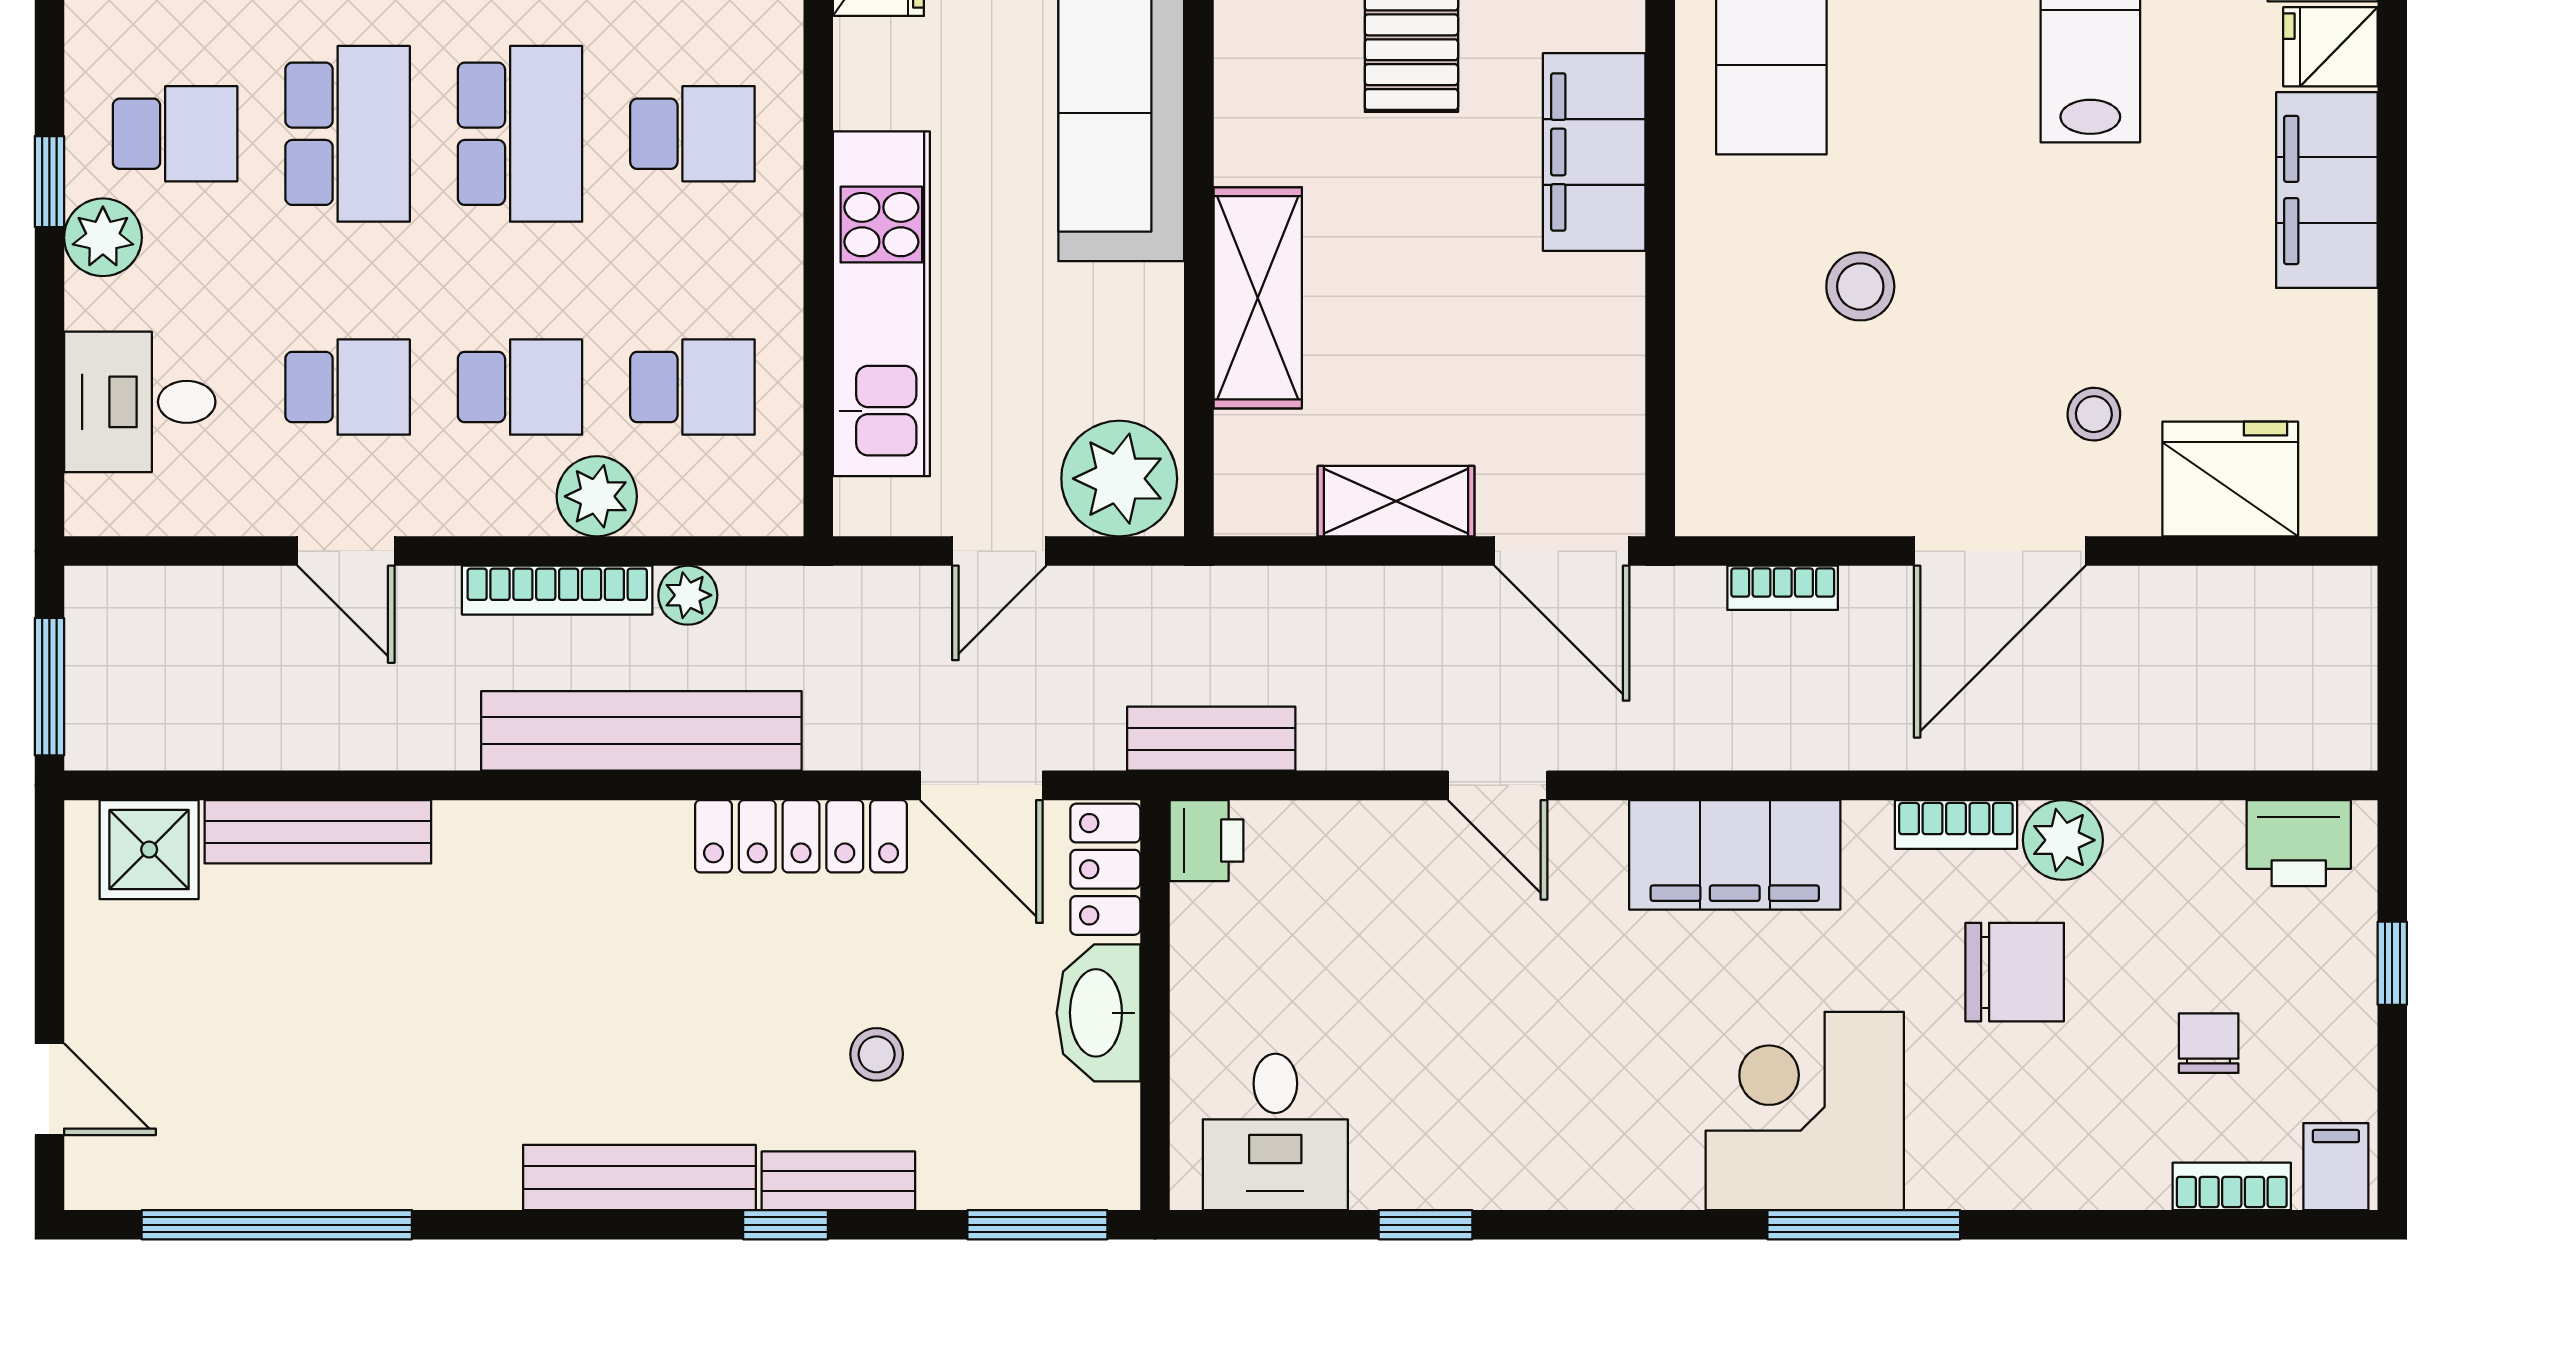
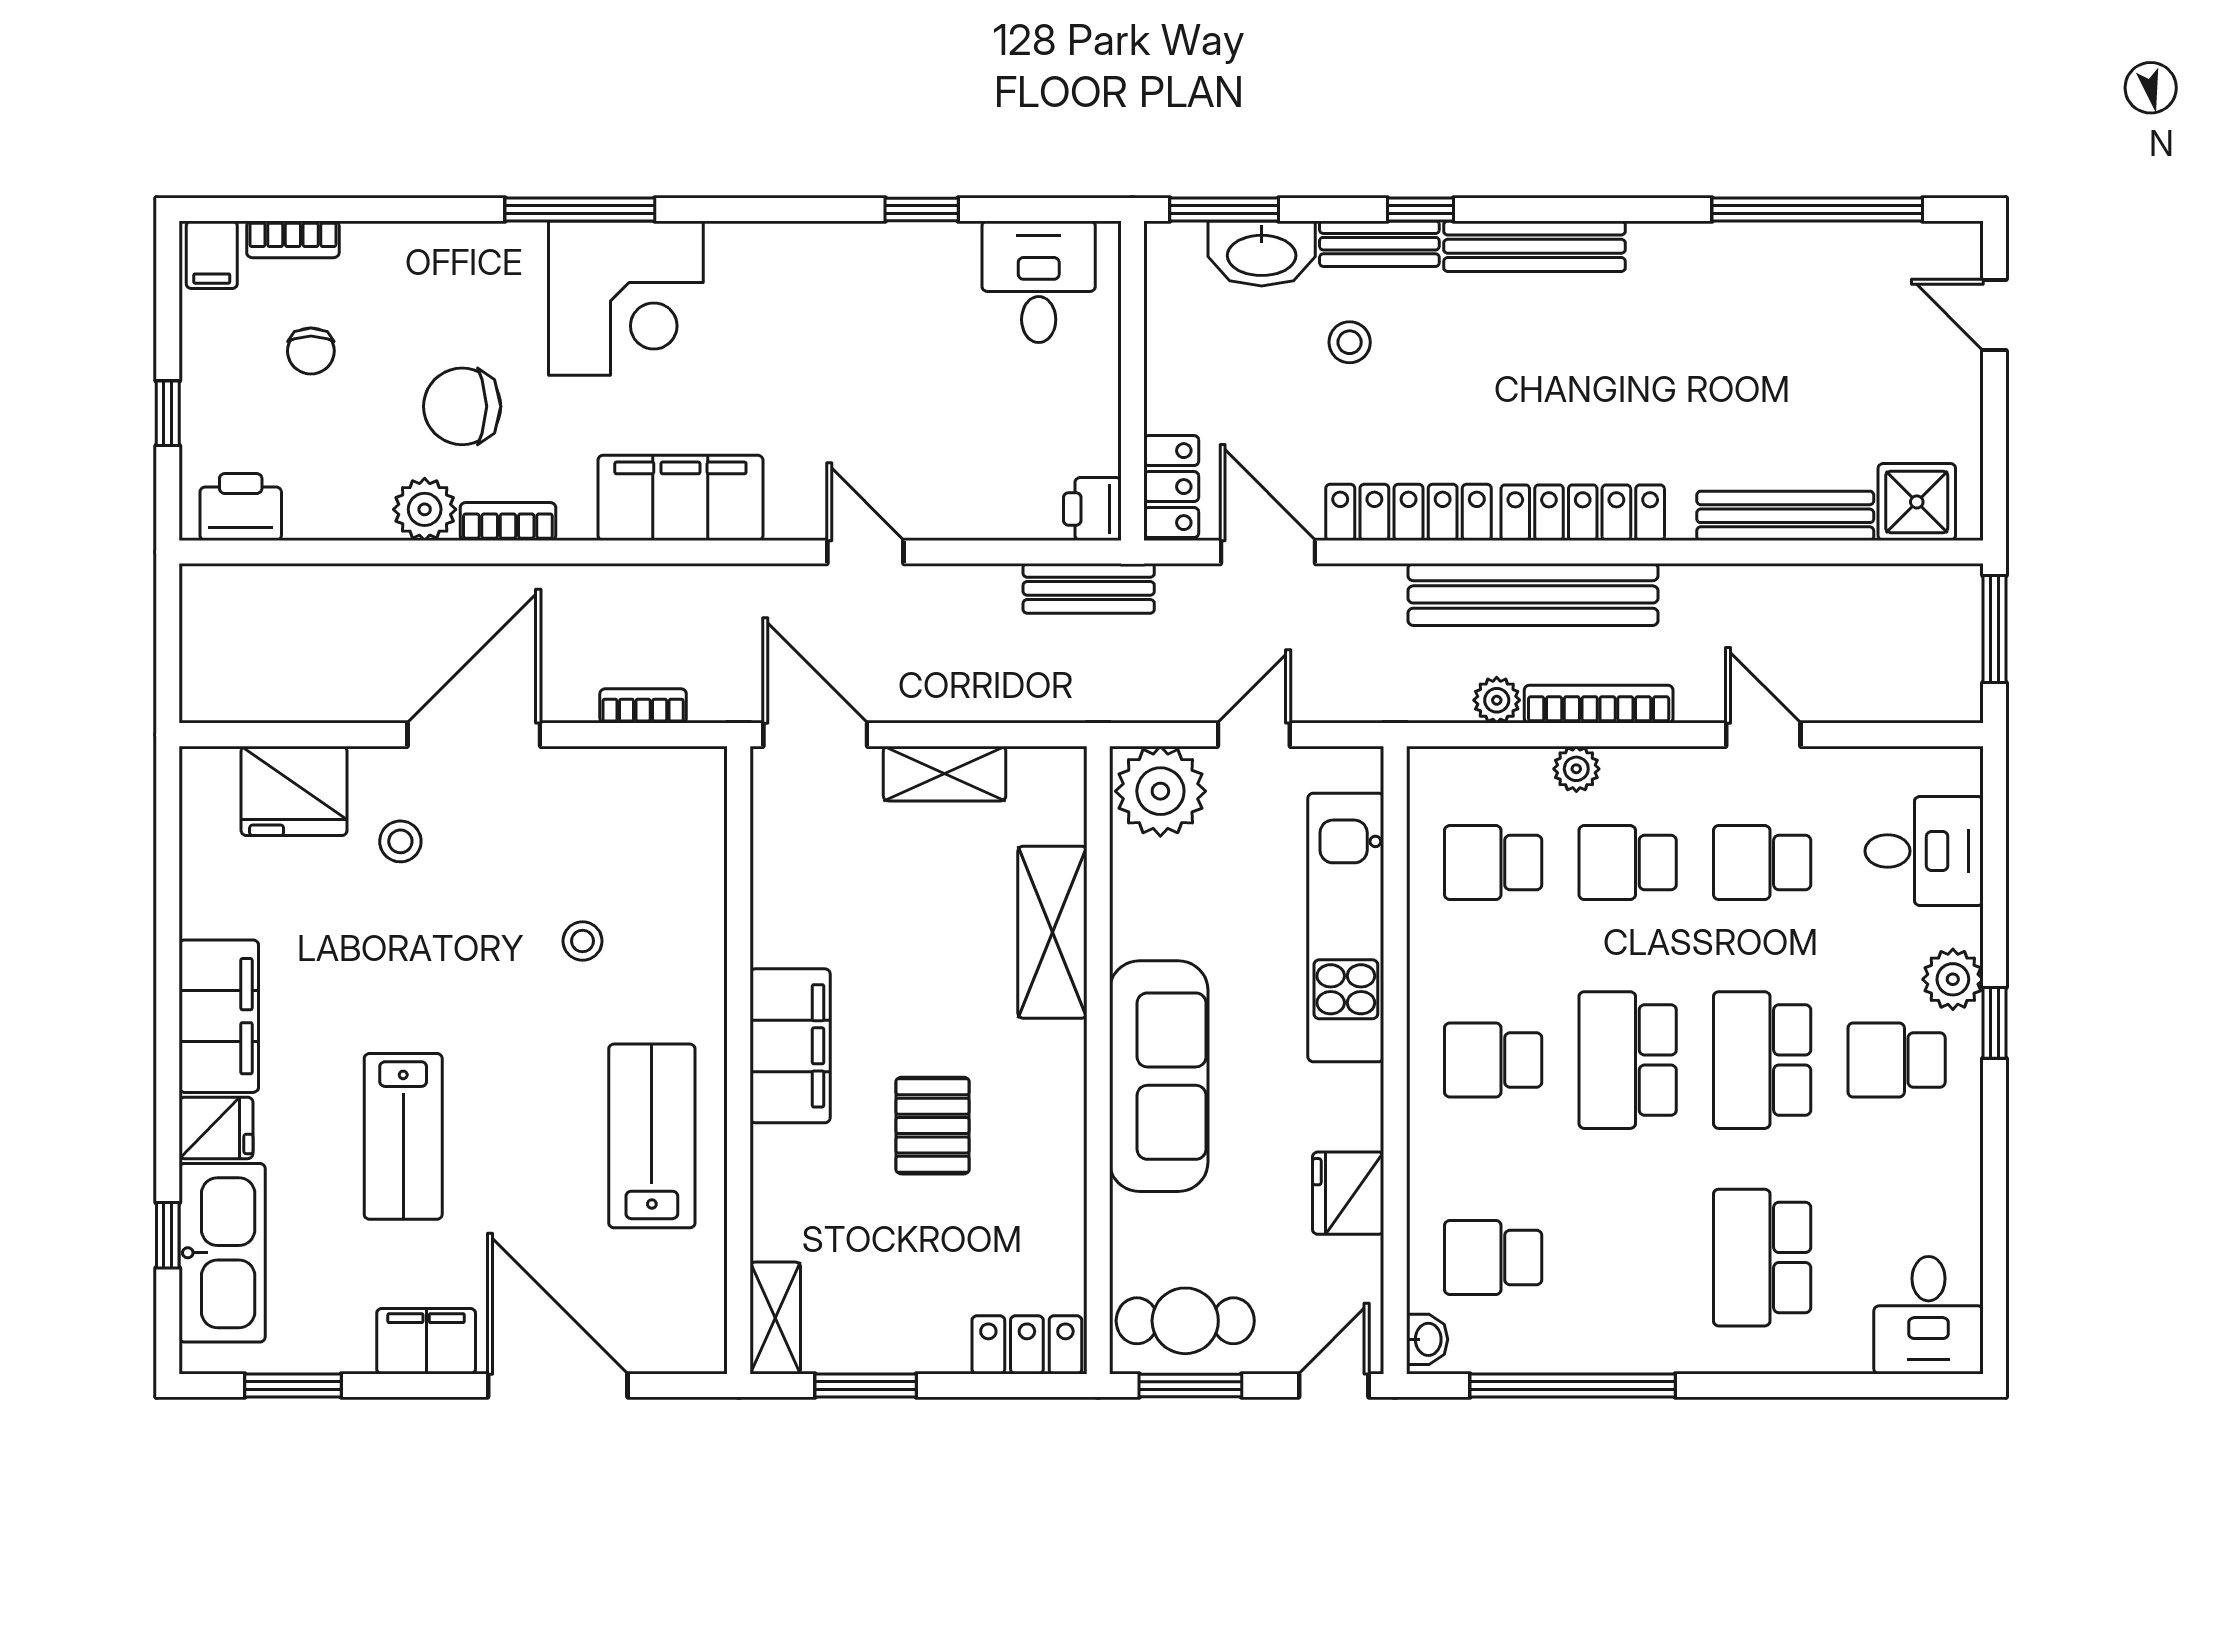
stool: (1860, 286) -> (583, 941), width x0.73, depth x0.73
plant: (597, 496) -> (1576, 769), width x0.73, depth x0.73
locker: (578, 836) -> (1583, 513), added
washbasin: (1098, 1013) -> (1262, 254), moved, turned 90

